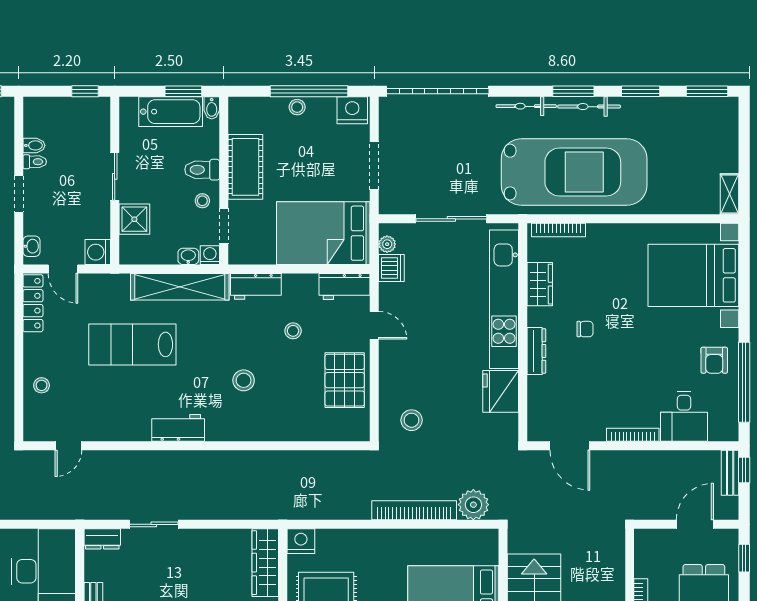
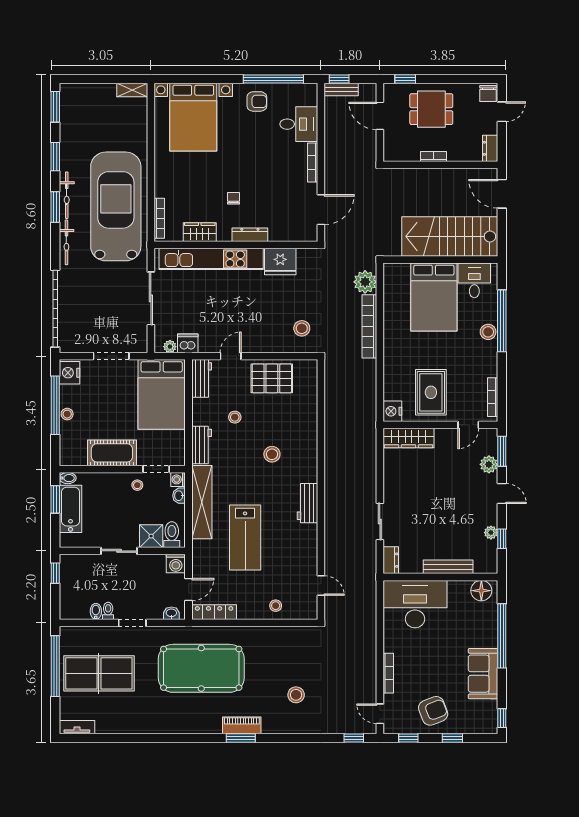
toilet: (202, 170) -> (172, 535), moved, turned 180

